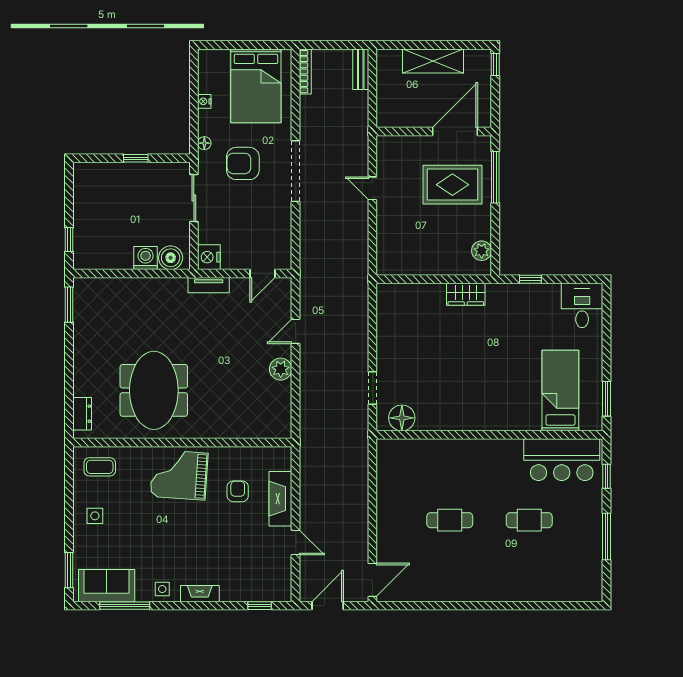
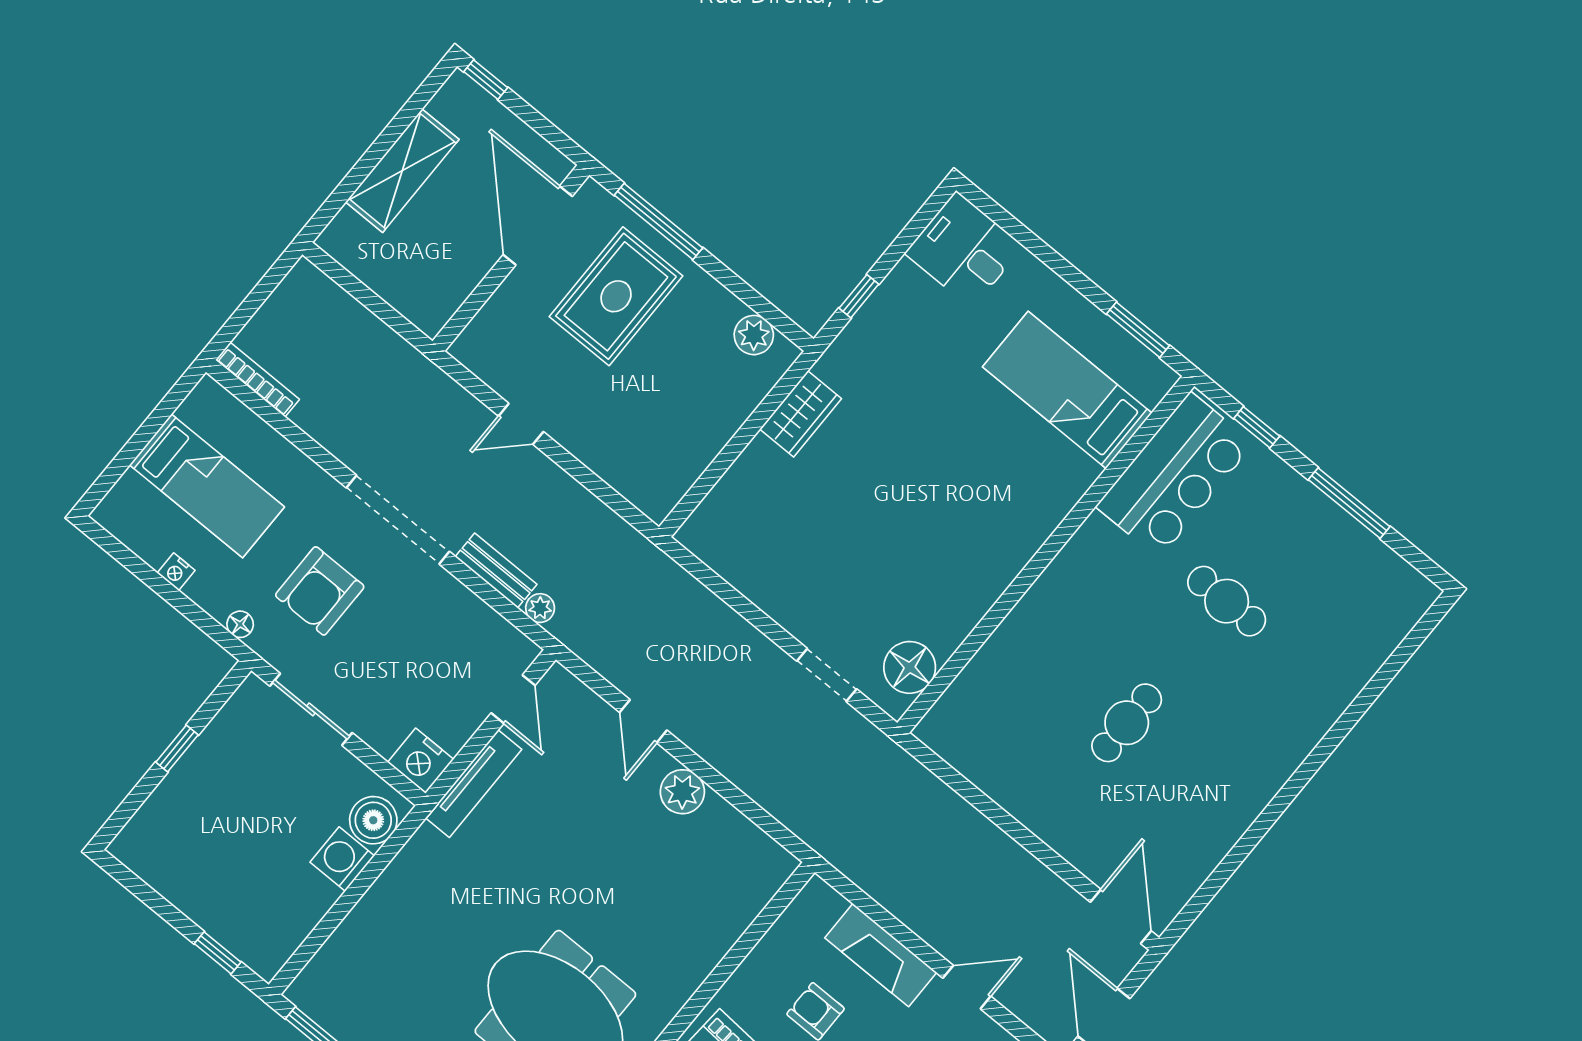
bench: (361, 69) -> (496, 571), moved
bed: (256, 86) -> (207, 486), width x0.67
plant: (307, 255) -> (540, 608), added
tv unit: (209, 285) -> (474, 784), width x1.41
cafe table: (529, 520) -> (1227, 601), turned 90

